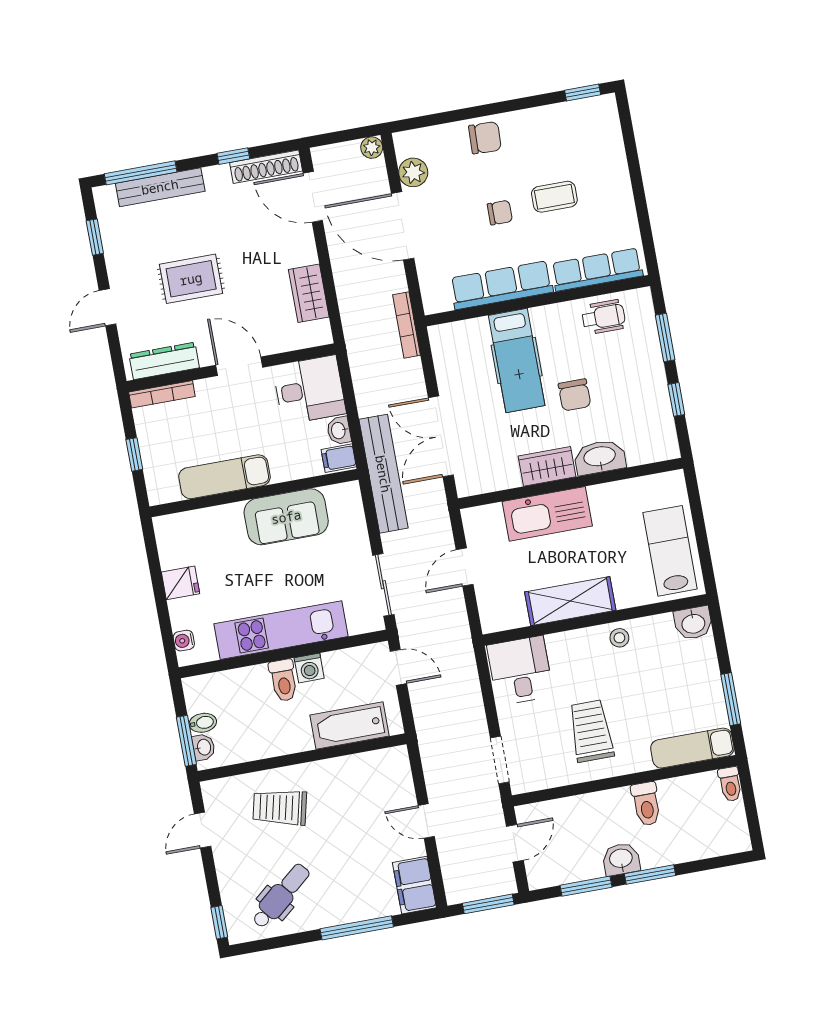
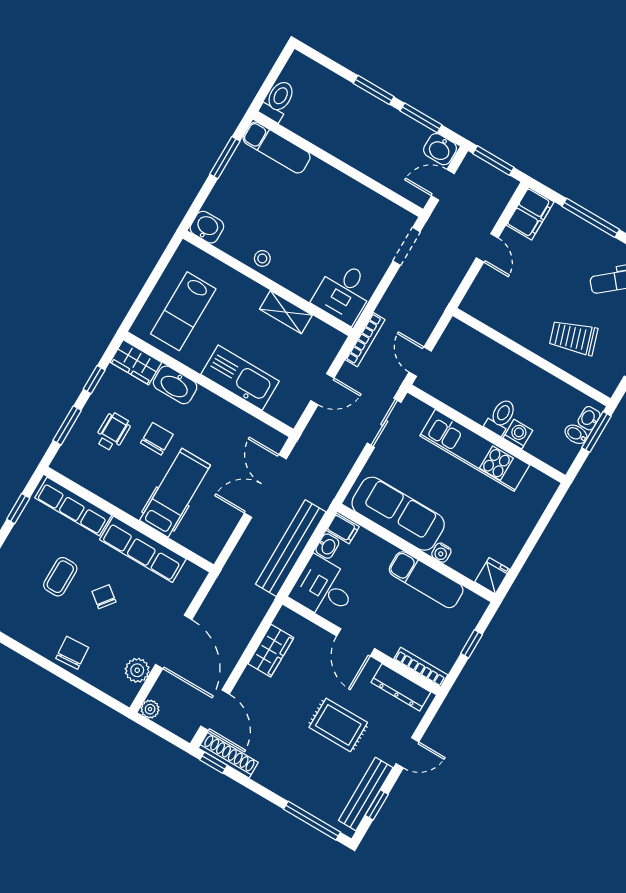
chair: (485, 138) -> (72, 653), turned 84
window: (233, 156) -> (214, 763), moved
bench: (160, 187) -> (366, 794), moved, turned 90
coffee table: (554, 197) -> (60, 577), turned 90
chair: (500, 213) -> (104, 597), turned 38
window: (645, 225) -> (18, 509), added
wheelchair: (603, 317) -> (113, 432), moved, turned 90
bookcase: (407, 325) -> (365, 340), moved
double door: (441, 436) -> (265, 486), swing flipped
wardrobe: (547, 466) -> (136, 362), moved
bench: (383, 474) -> (291, 548), moved
sofa: (286, 517) -> (398, 514), width x1.36
lab bench: (670, 551) -> (183, 311), moved
fridge: (180, 583) -> (492, 576), moved, turned 90
shelving: (570, 601) -> (286, 312), width x0.67, depth x0.75
water cooler: (184, 641) -> (441, 553), moved, turned 90
washing machine: (309, 668) -> (518, 434), moved
bathtub: (349, 726) -> (484, 351), removed
trolley: (591, 731) -> (332, 214), removed
toilet: (730, 784) -> (278, 100), width x1.37, depth x1.39
toilet: (646, 804) -> (337, 137), removed
trolley: (280, 807) -> (574, 337), turned 149
washbasin: (621, 859) -> (440, 149), moved

